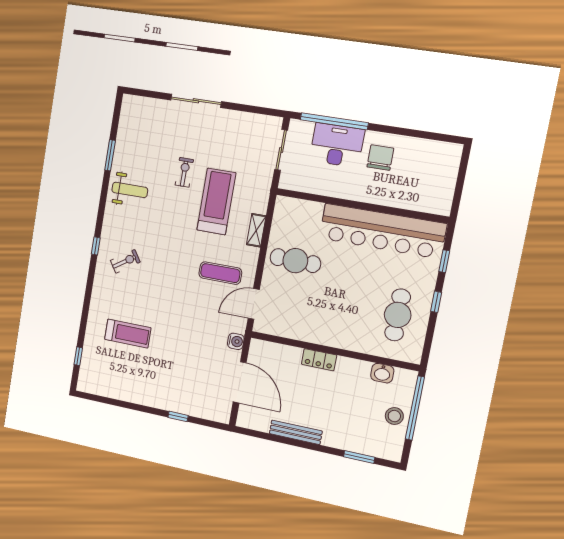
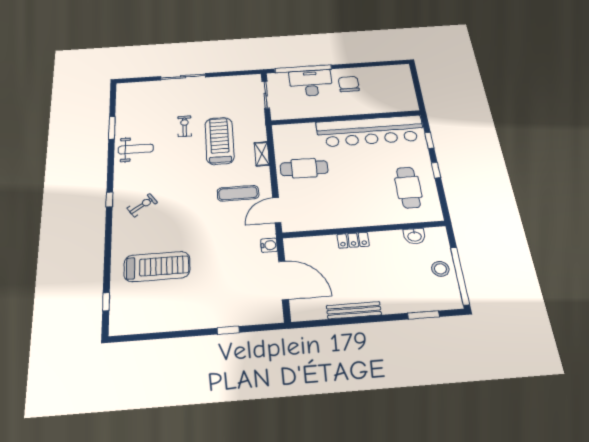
treadmill: (128, 334) -> (157, 266), width x1.37, depth x1.38
window: (415, 408) -> (460, 276), moved

